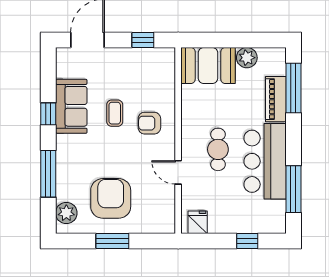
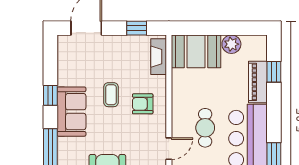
fireplace: (167, 71) -> (159, 57), added
window: (293, 88) -> (274, 72), width x0.46
sofa: (71, 106) -> (71, 112), moved
door: (178, 172) -> (169, 149), swing flipped

